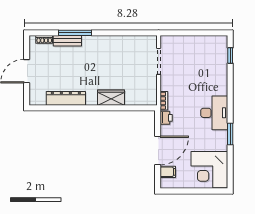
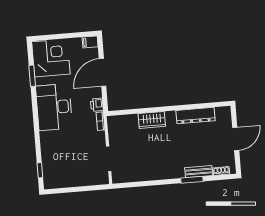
window: (75, 33) -> (192, 180), width x0.69
desk: (214, 113) -> (54, 107), width x1.36, depth x1.30
window: (230, 134) -> (32, 76), moved
filing cabinet: (168, 172) -> (90, 42), moved

